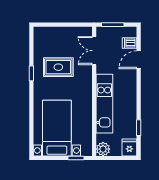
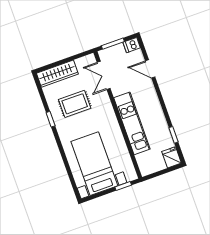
wardrobe: (52, 34) -> (57, 74), added
dishwasher: (130, 43) -> (132, 45), moved
door: (139, 60) -> (150, 69), hinge flipped
plant: (103, 149) -> (146, 168), removed

